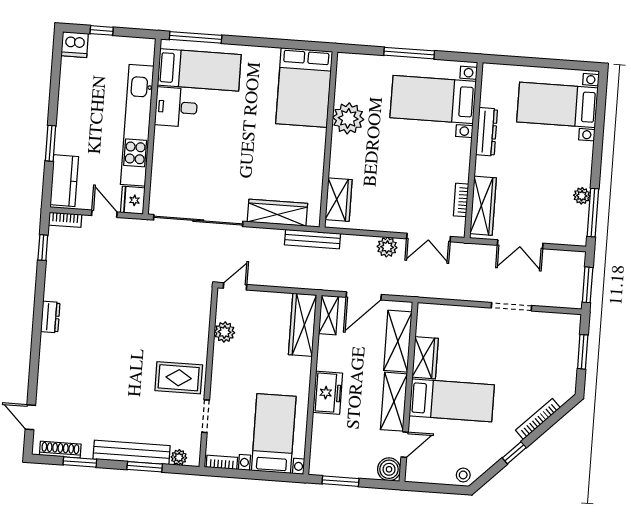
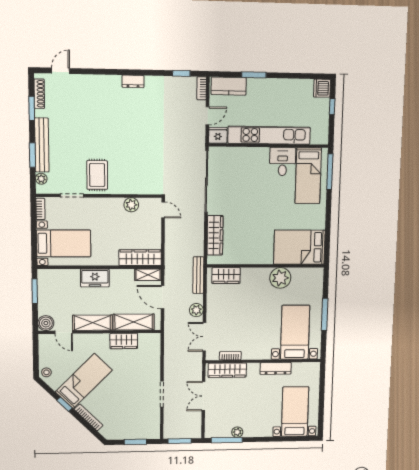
bench: (312, 239) -> (198, 275), moved
bed: (452, 400) -> (84, 381), moved, turned -135

